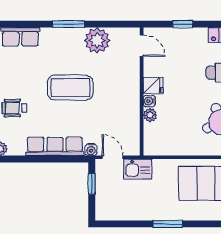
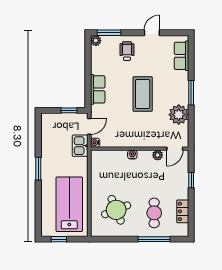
fridge: (153, 86) -> (144, 157), removed
plant: (150, 115) -> (158, 155), moved
row of seats: (55, 146) -> (98, 89), width x0.68
water cooler: (91, 150) -> (95, 143), moved

